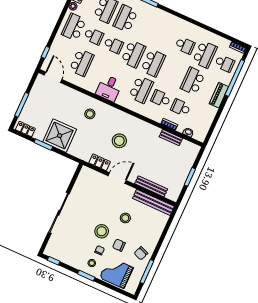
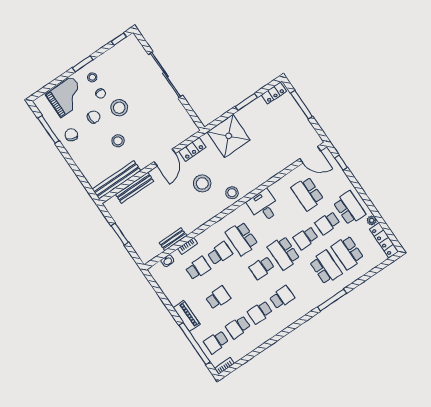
school desk: (165, 36) -> (282, 297), added
school desk: (205, 54) -> (238, 327), width x0.54
school desk: (153, 63) -> (262, 268), width x0.54
school desk: (193, 81) -> (218, 298), width x0.54
stool: (90, 114) -> (232, 193), moved
shower: (60, 136) -> (229, 136), moved

